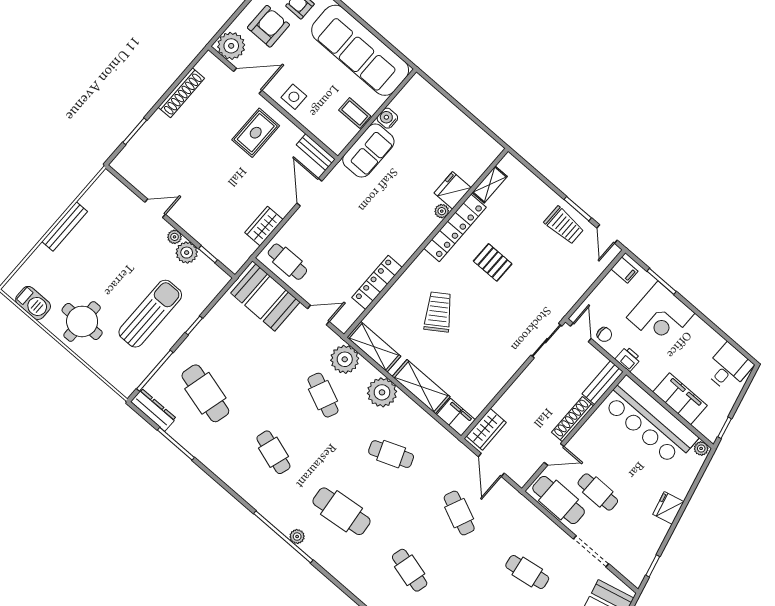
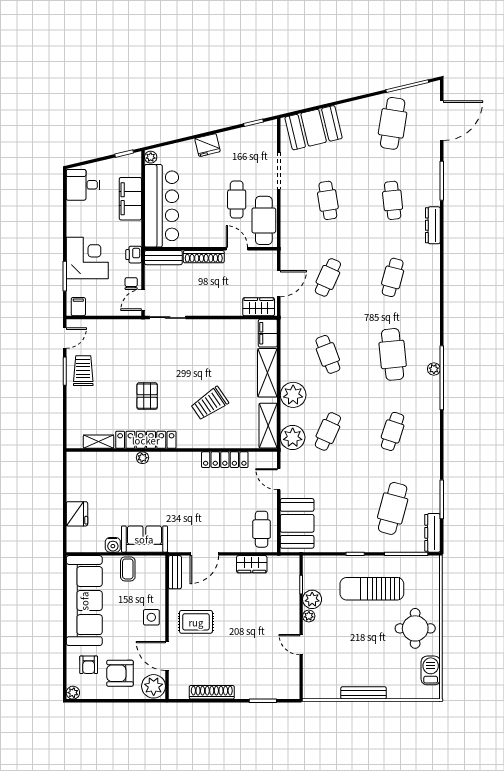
fridge: (453, 190) -> (77, 514), moved, turned -90

